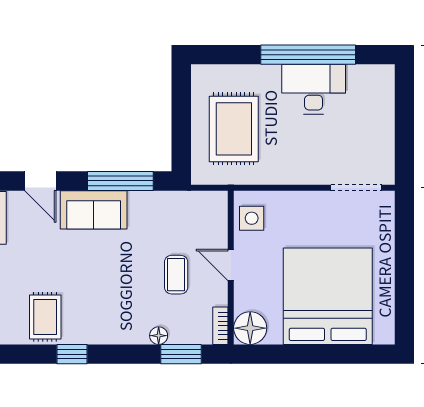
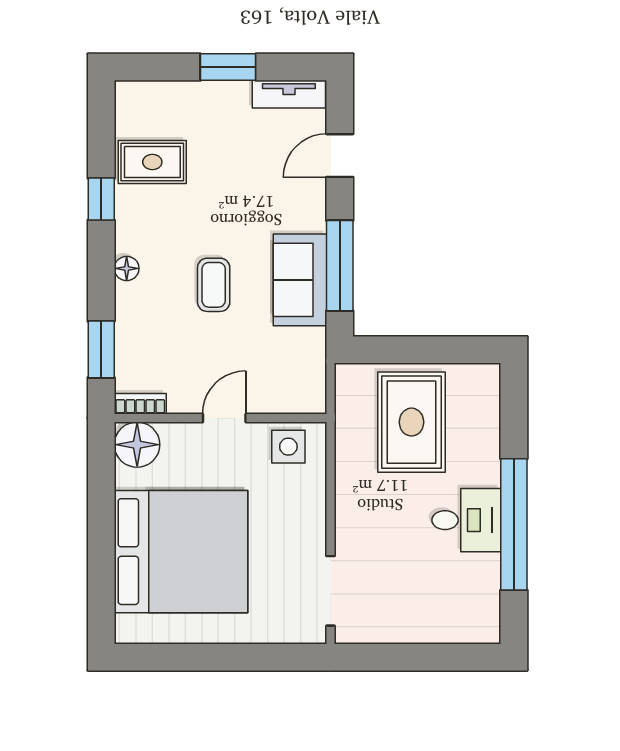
desk: (314, 89) -> (466, 520), width x0.73
rug: (234, 129) -> (412, 422), turned 90
sofa: (94, 210) -> (300, 280), moved
coffee table: (176, 275) -> (214, 285), moved, turned 90
floor lamp: (159, 336) -> (127, 268), moved

